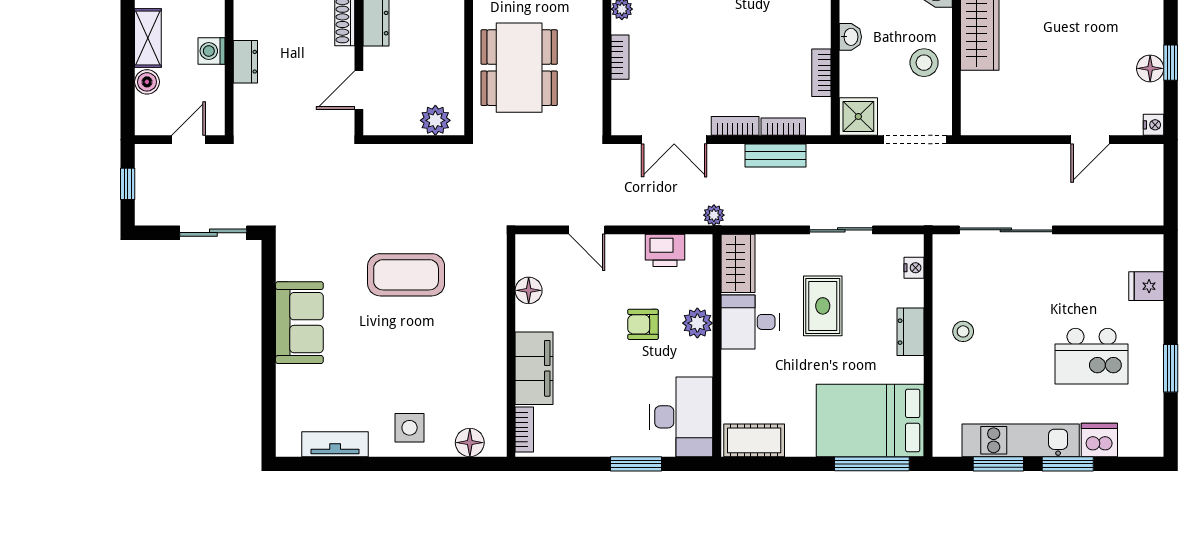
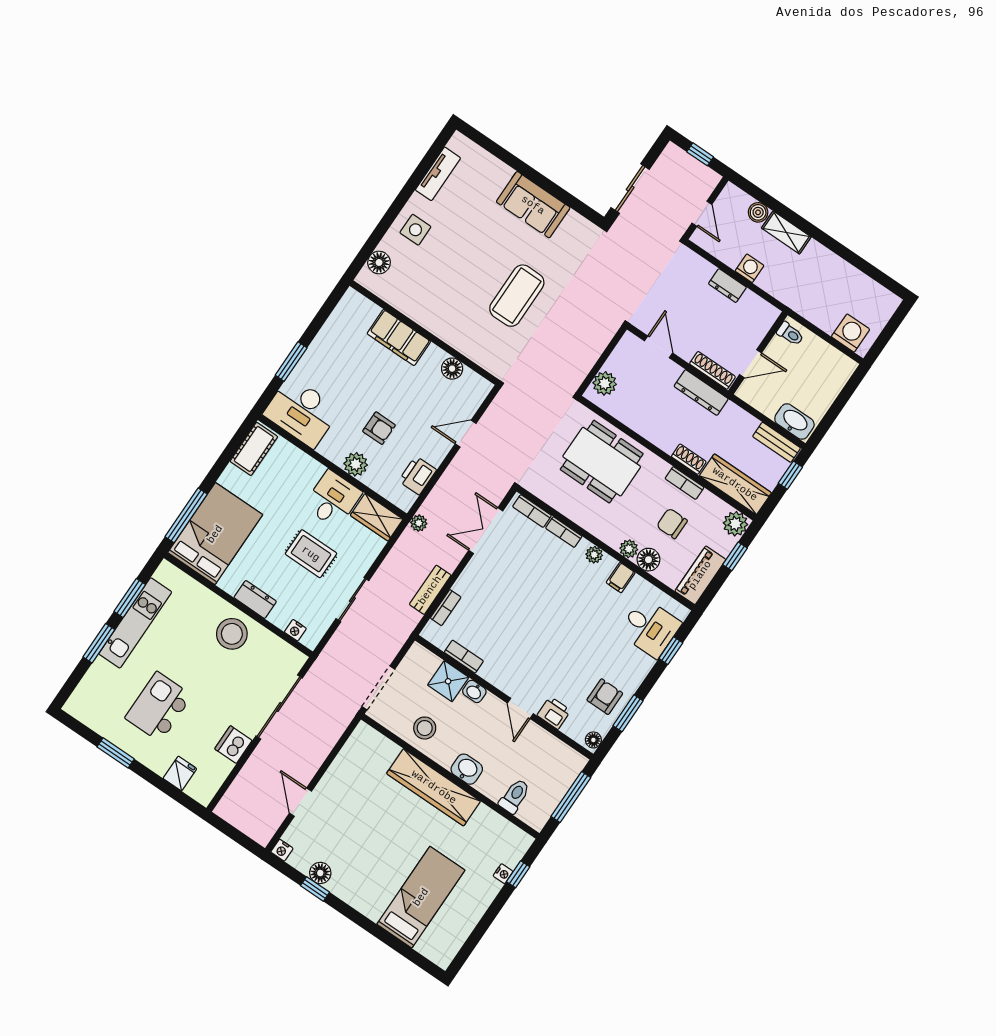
shower: (858, 116) -> (448, 681), moved
bookcase: (735, 126) -> (532, 511), moved, turned 90
armchair: (643, 324) -> (379, 428), turned 90
stool: (963, 331) -> (232, 634), width x1.89, depth x1.89
bookcase: (524, 430) -> (363, 304), removed
dishwasher: (1099, 440) -> (233, 745), moved, turned 180

